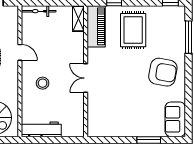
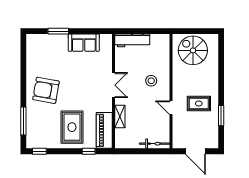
shelving: (78, 19) -> (120, 116), moved
sofa: (175, 119) -> (84, 43), moved, turned 90
workbench: (41, 129) -> (132, 40), moved

